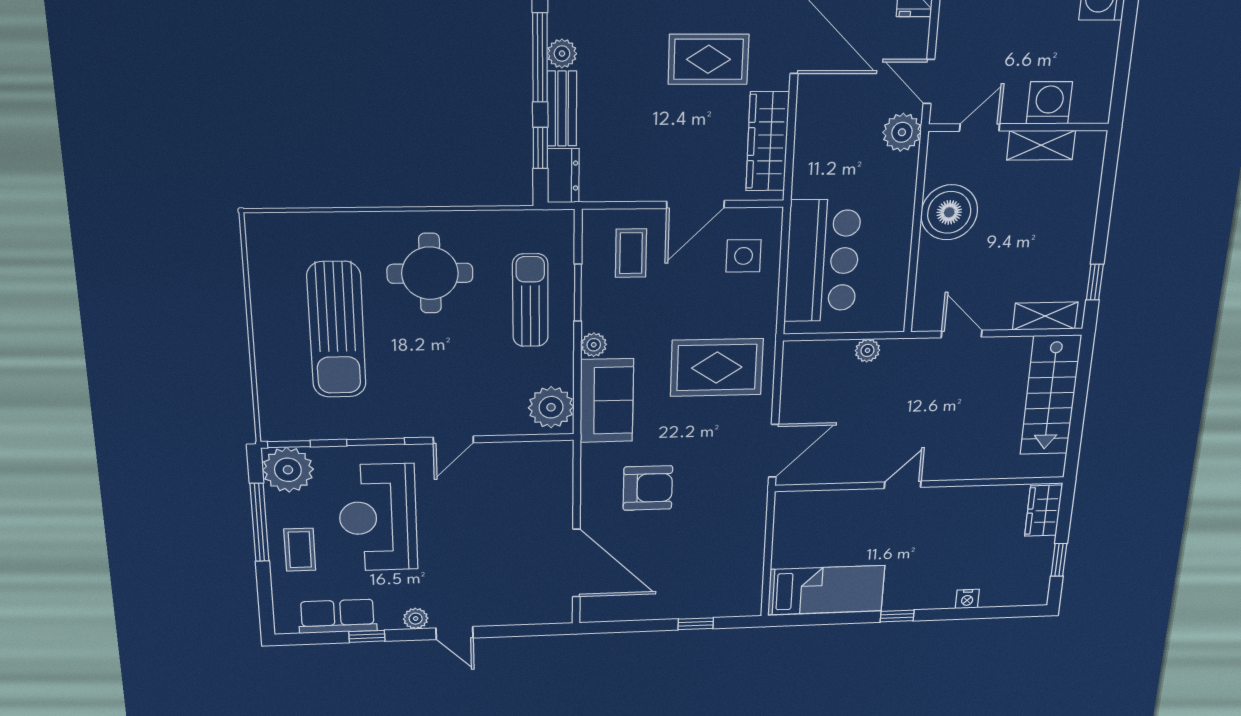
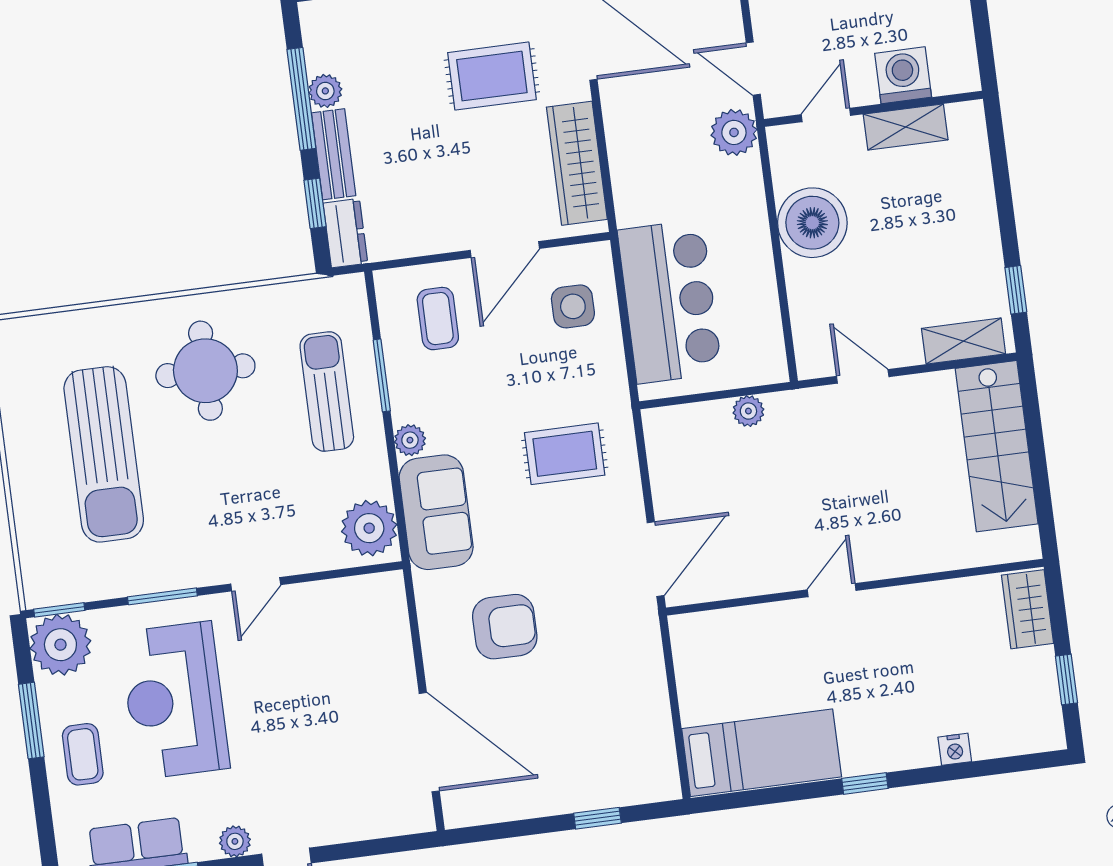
rug: (717, 368) -> (565, 454), width x0.73, depth x0.70
window: (259, 522) -> (31, 721), width x0.69

